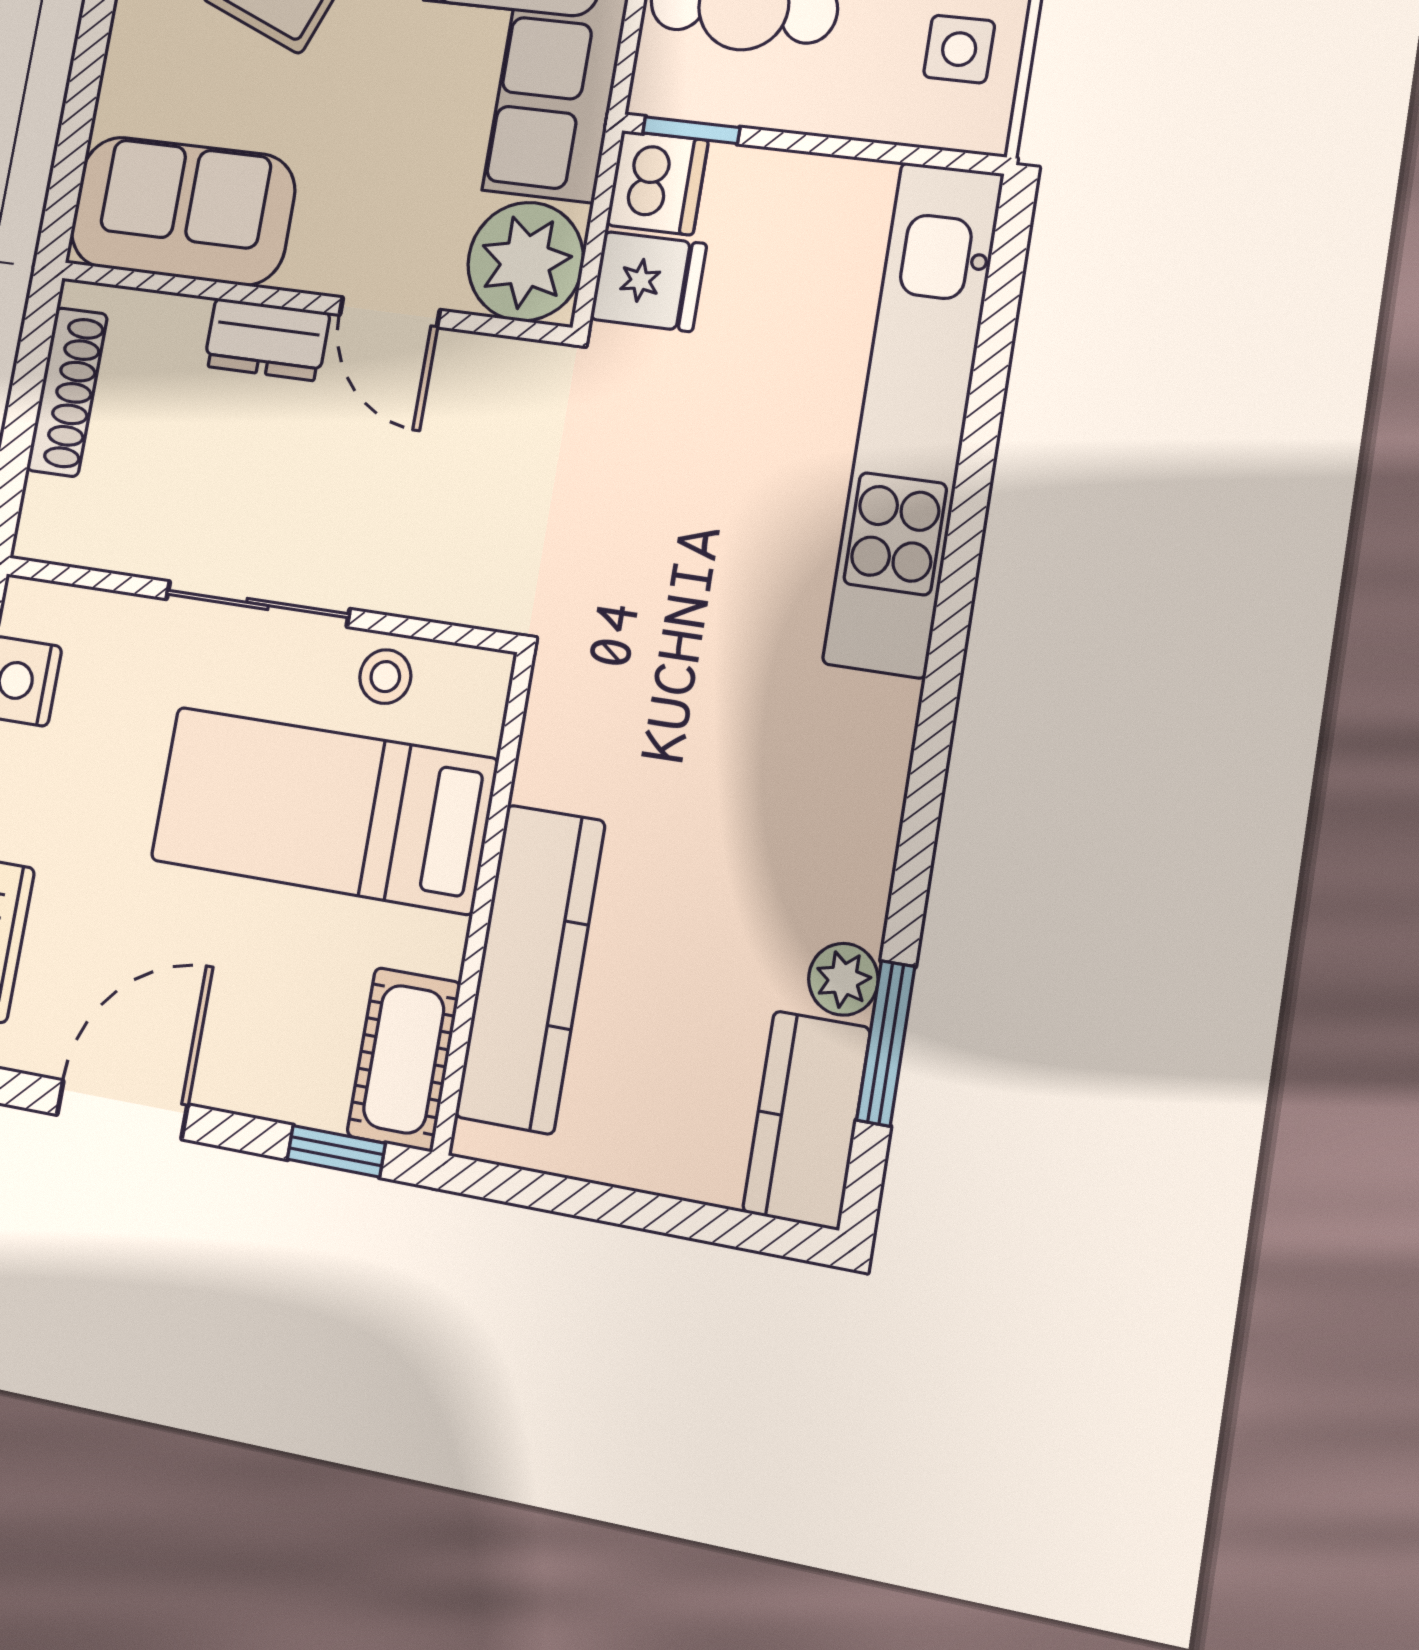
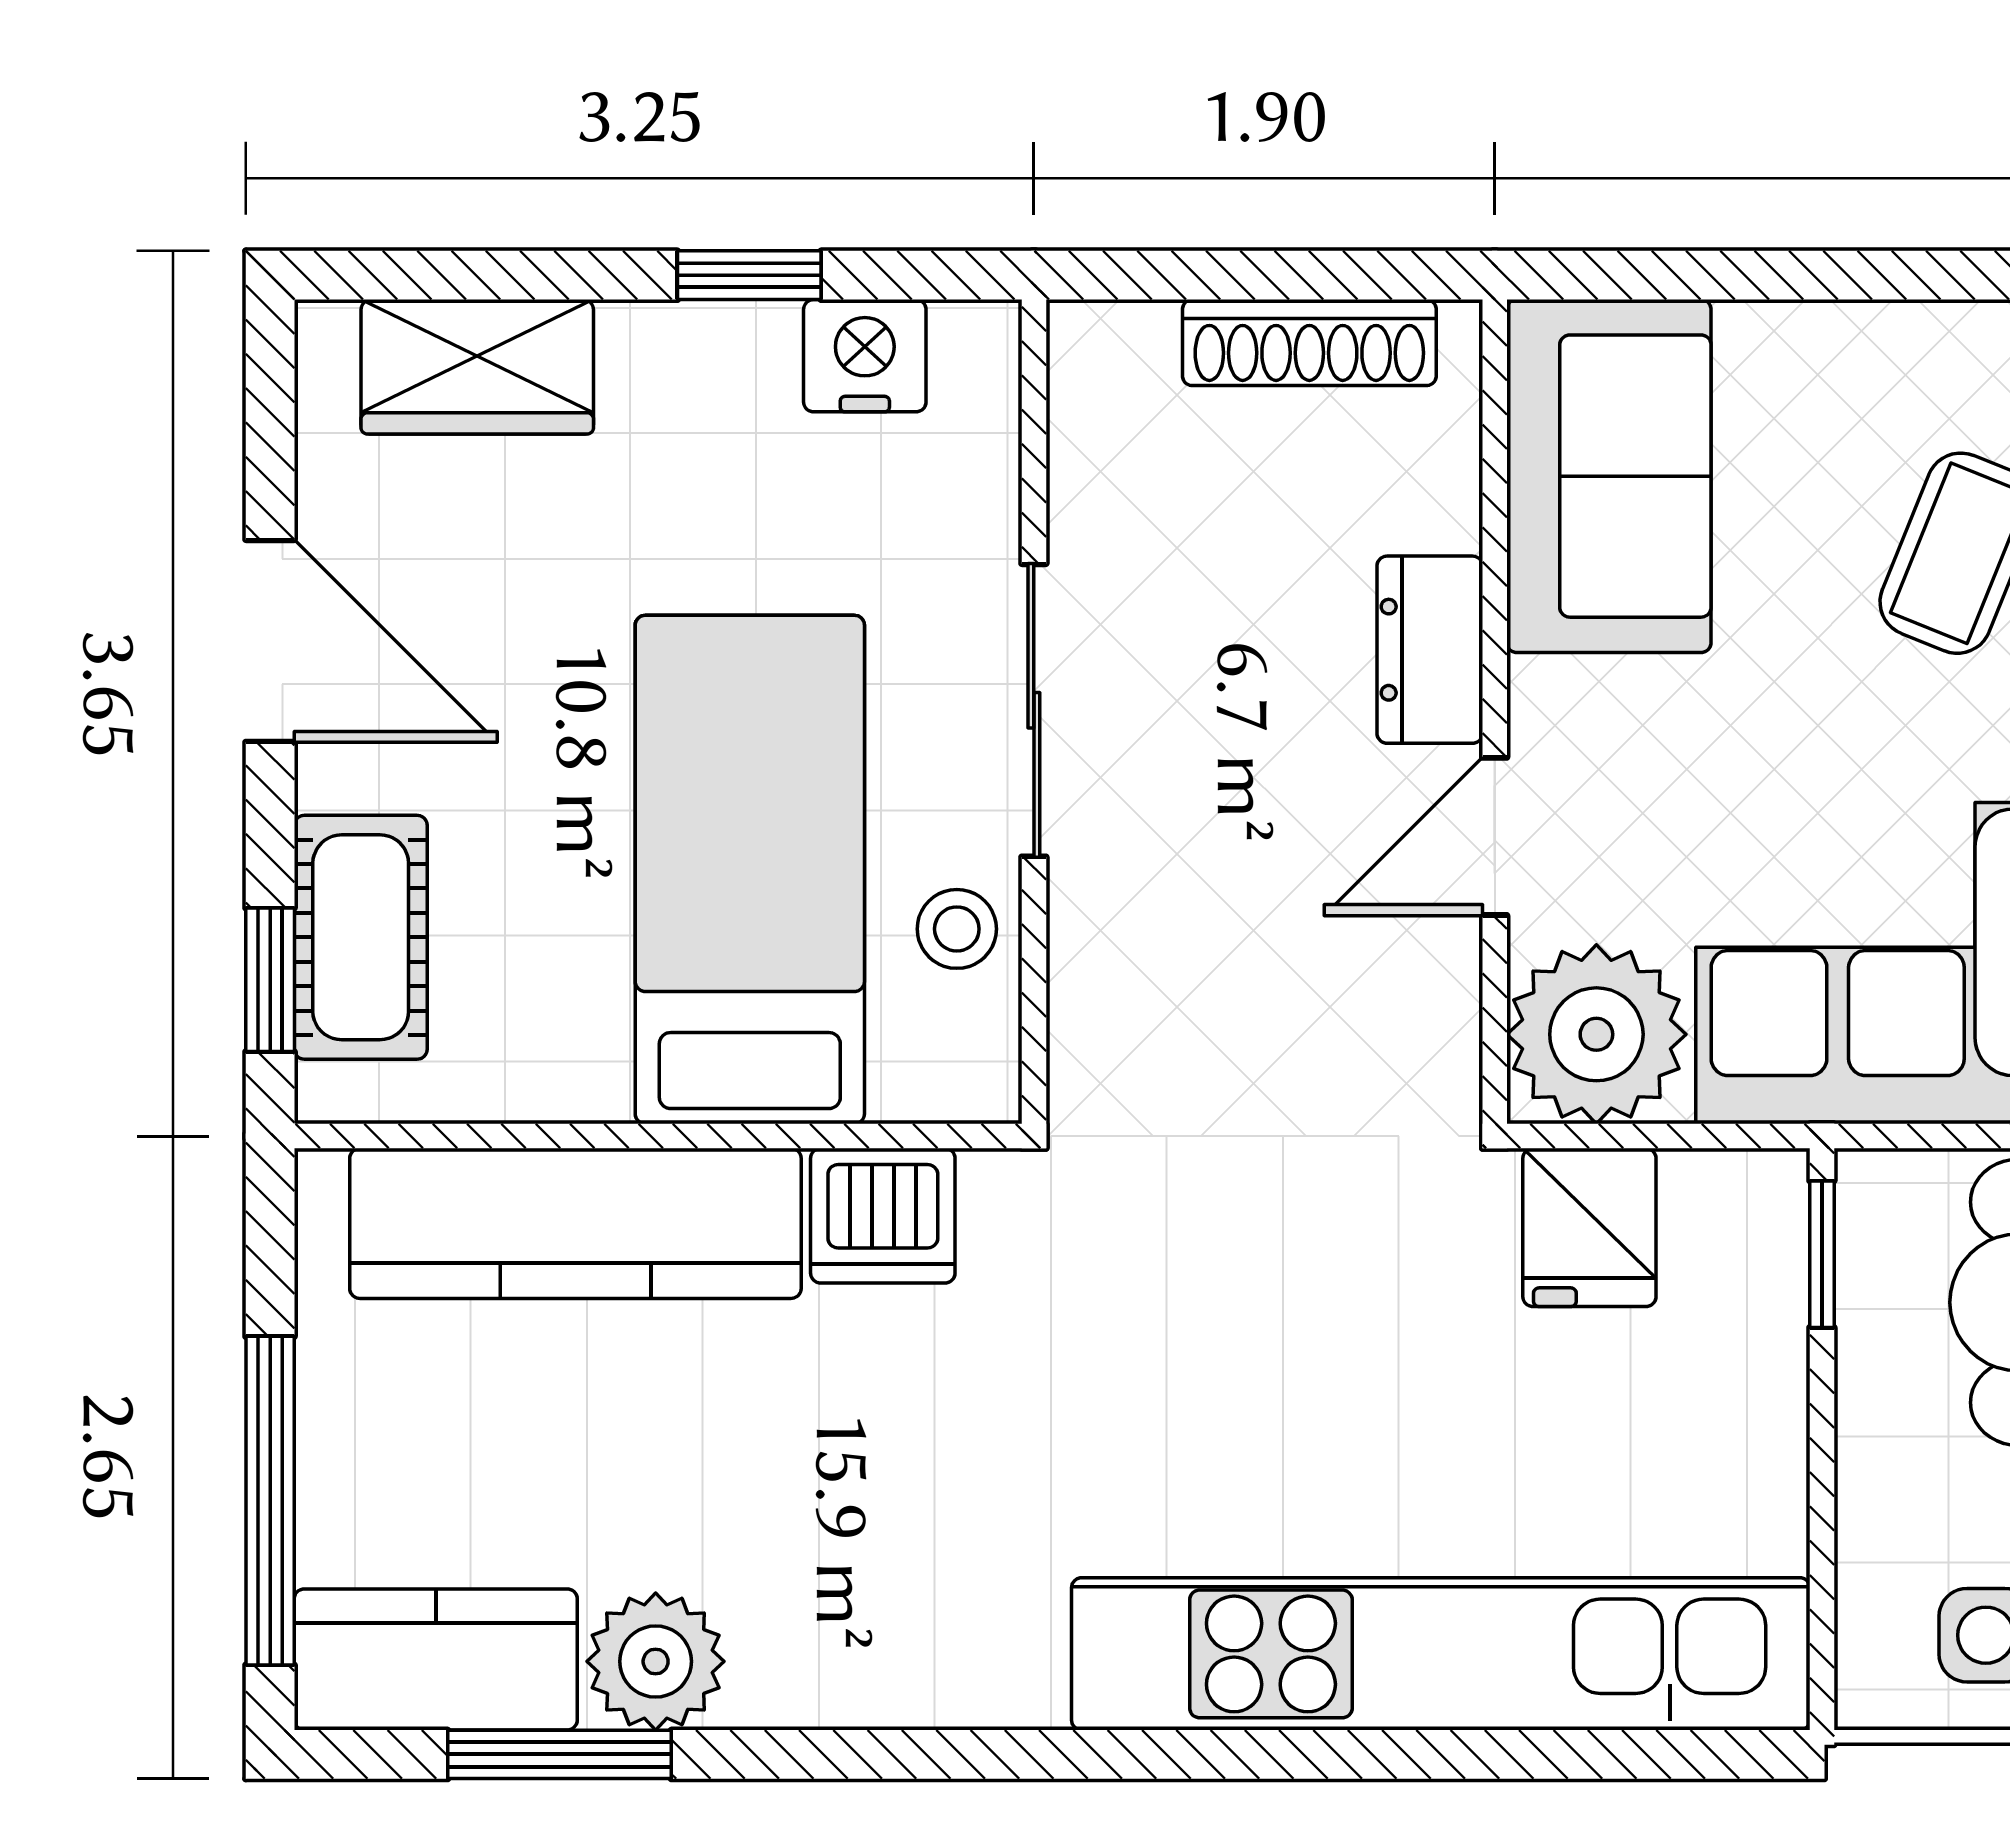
dishwasher: (657, 183) -> (883, 1216), moved
plant: (843, 979) -> (656, 1661), width x1.38, depth x1.38
cot: (404, 1059) -> (361, 937), moved, turned 90
window: (679, 1218) -> (270, 1501), added

